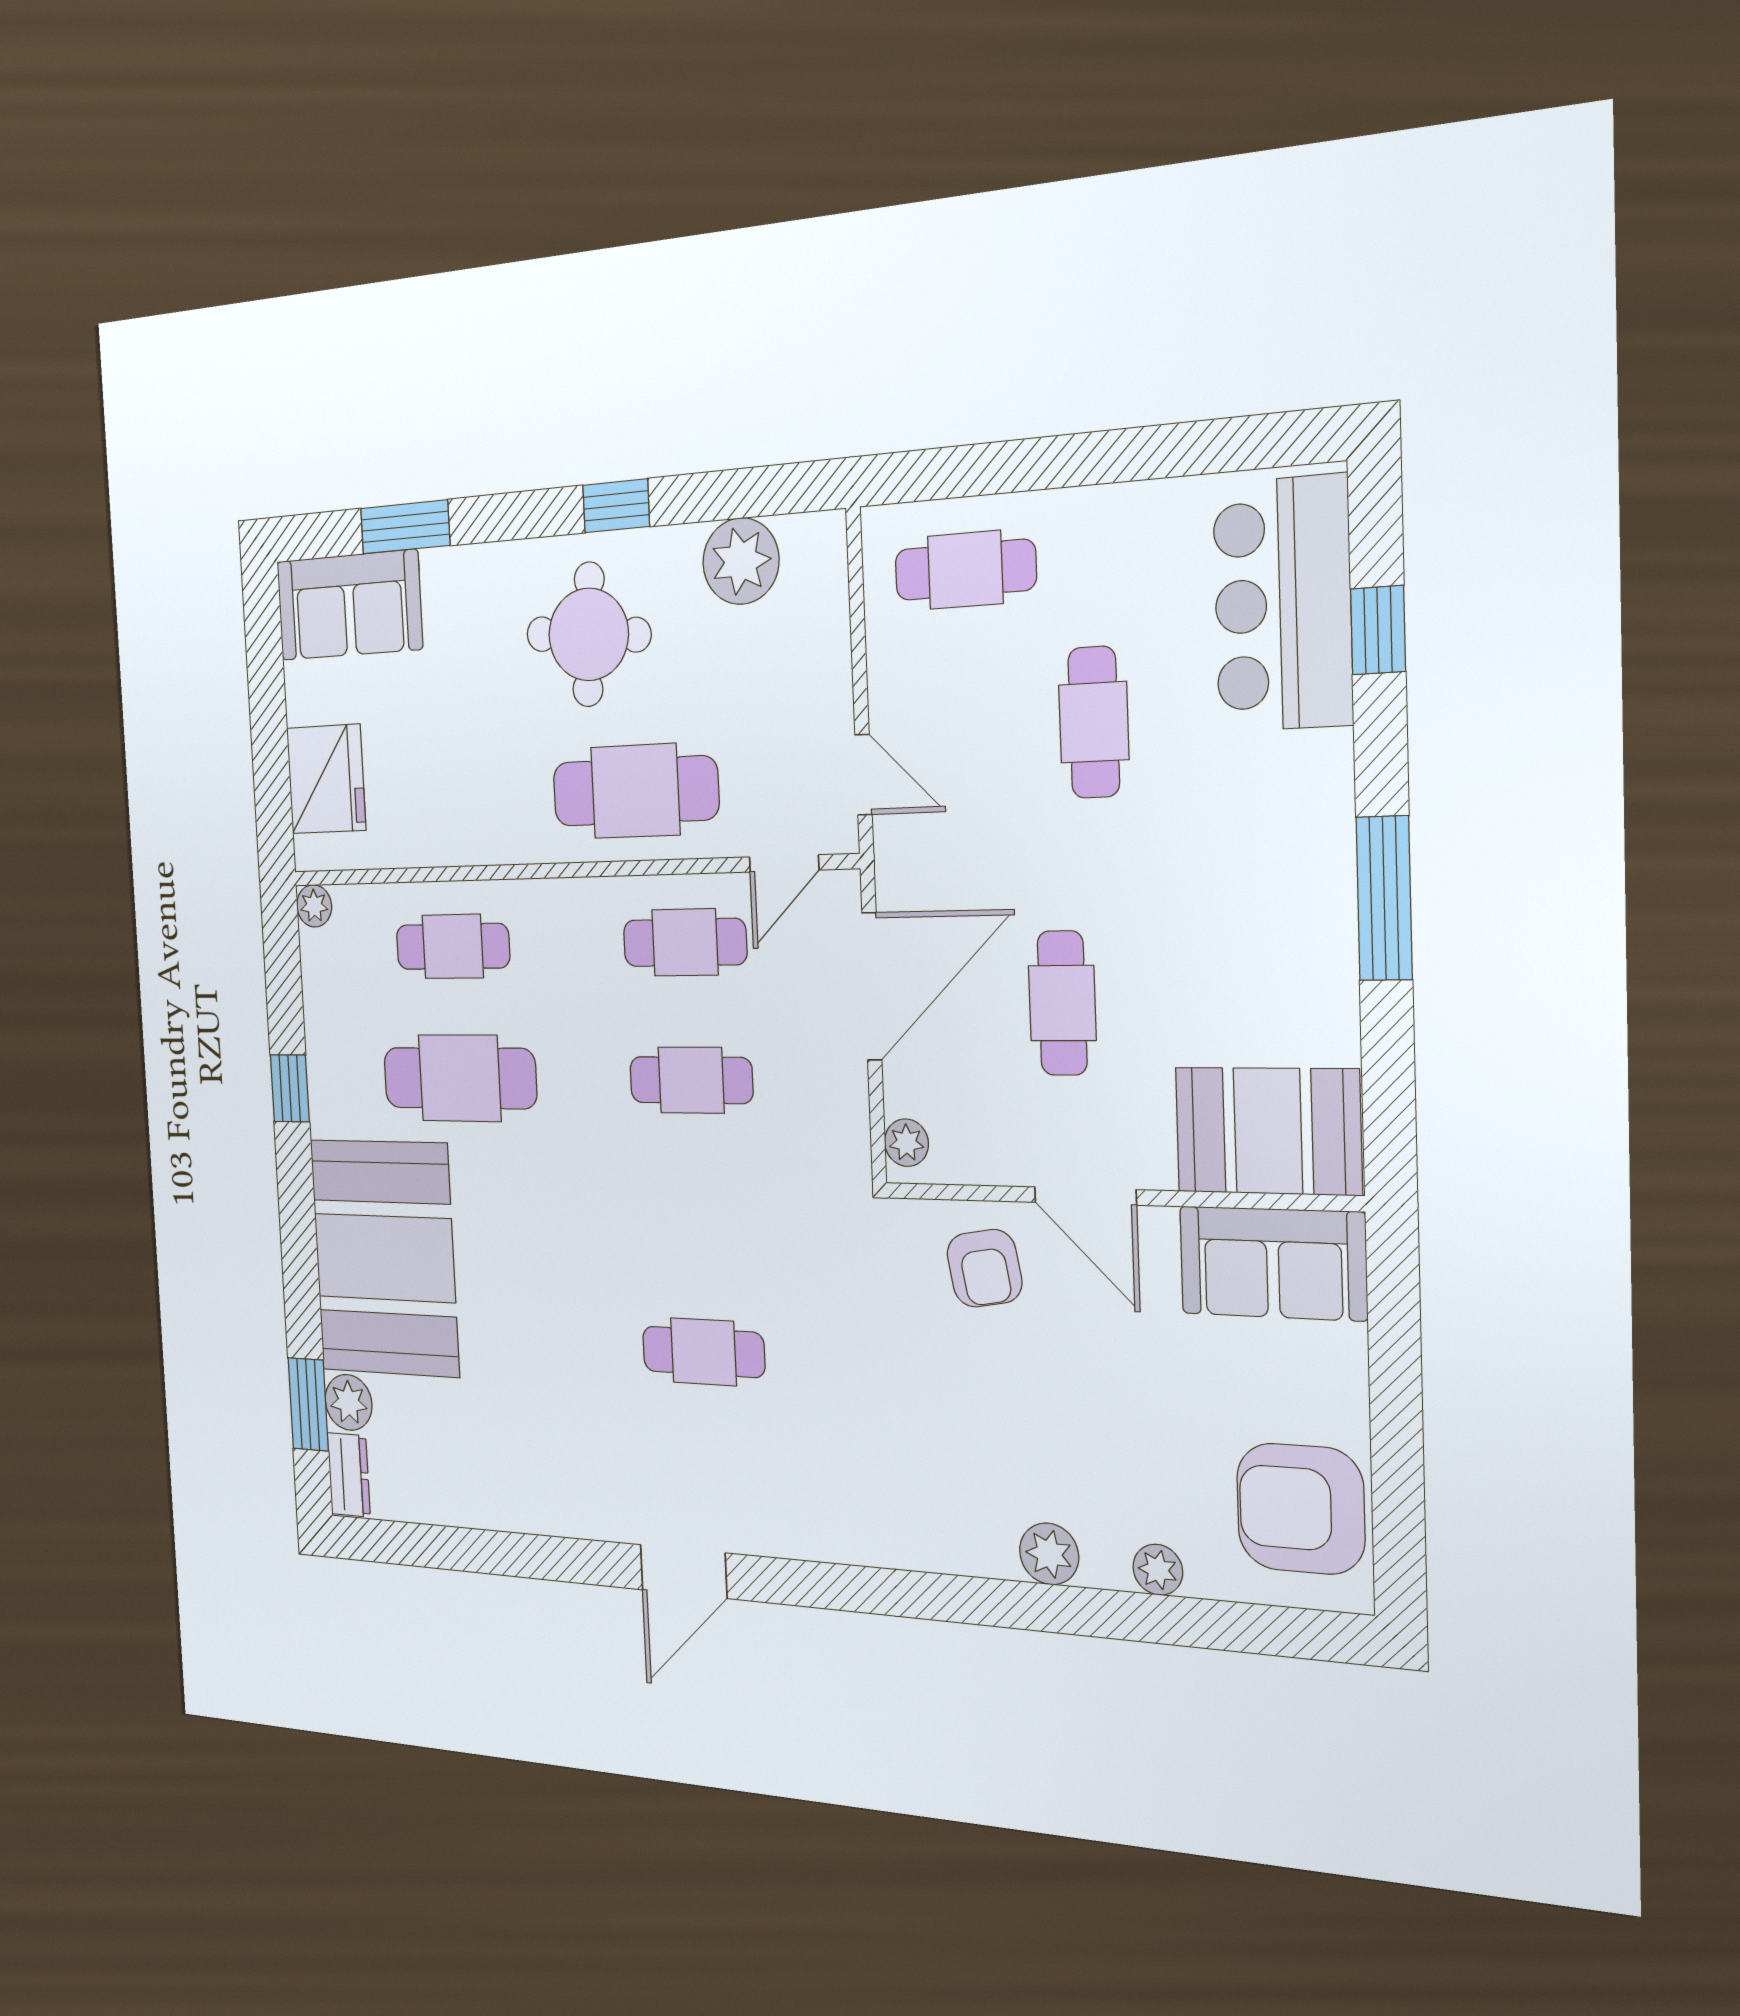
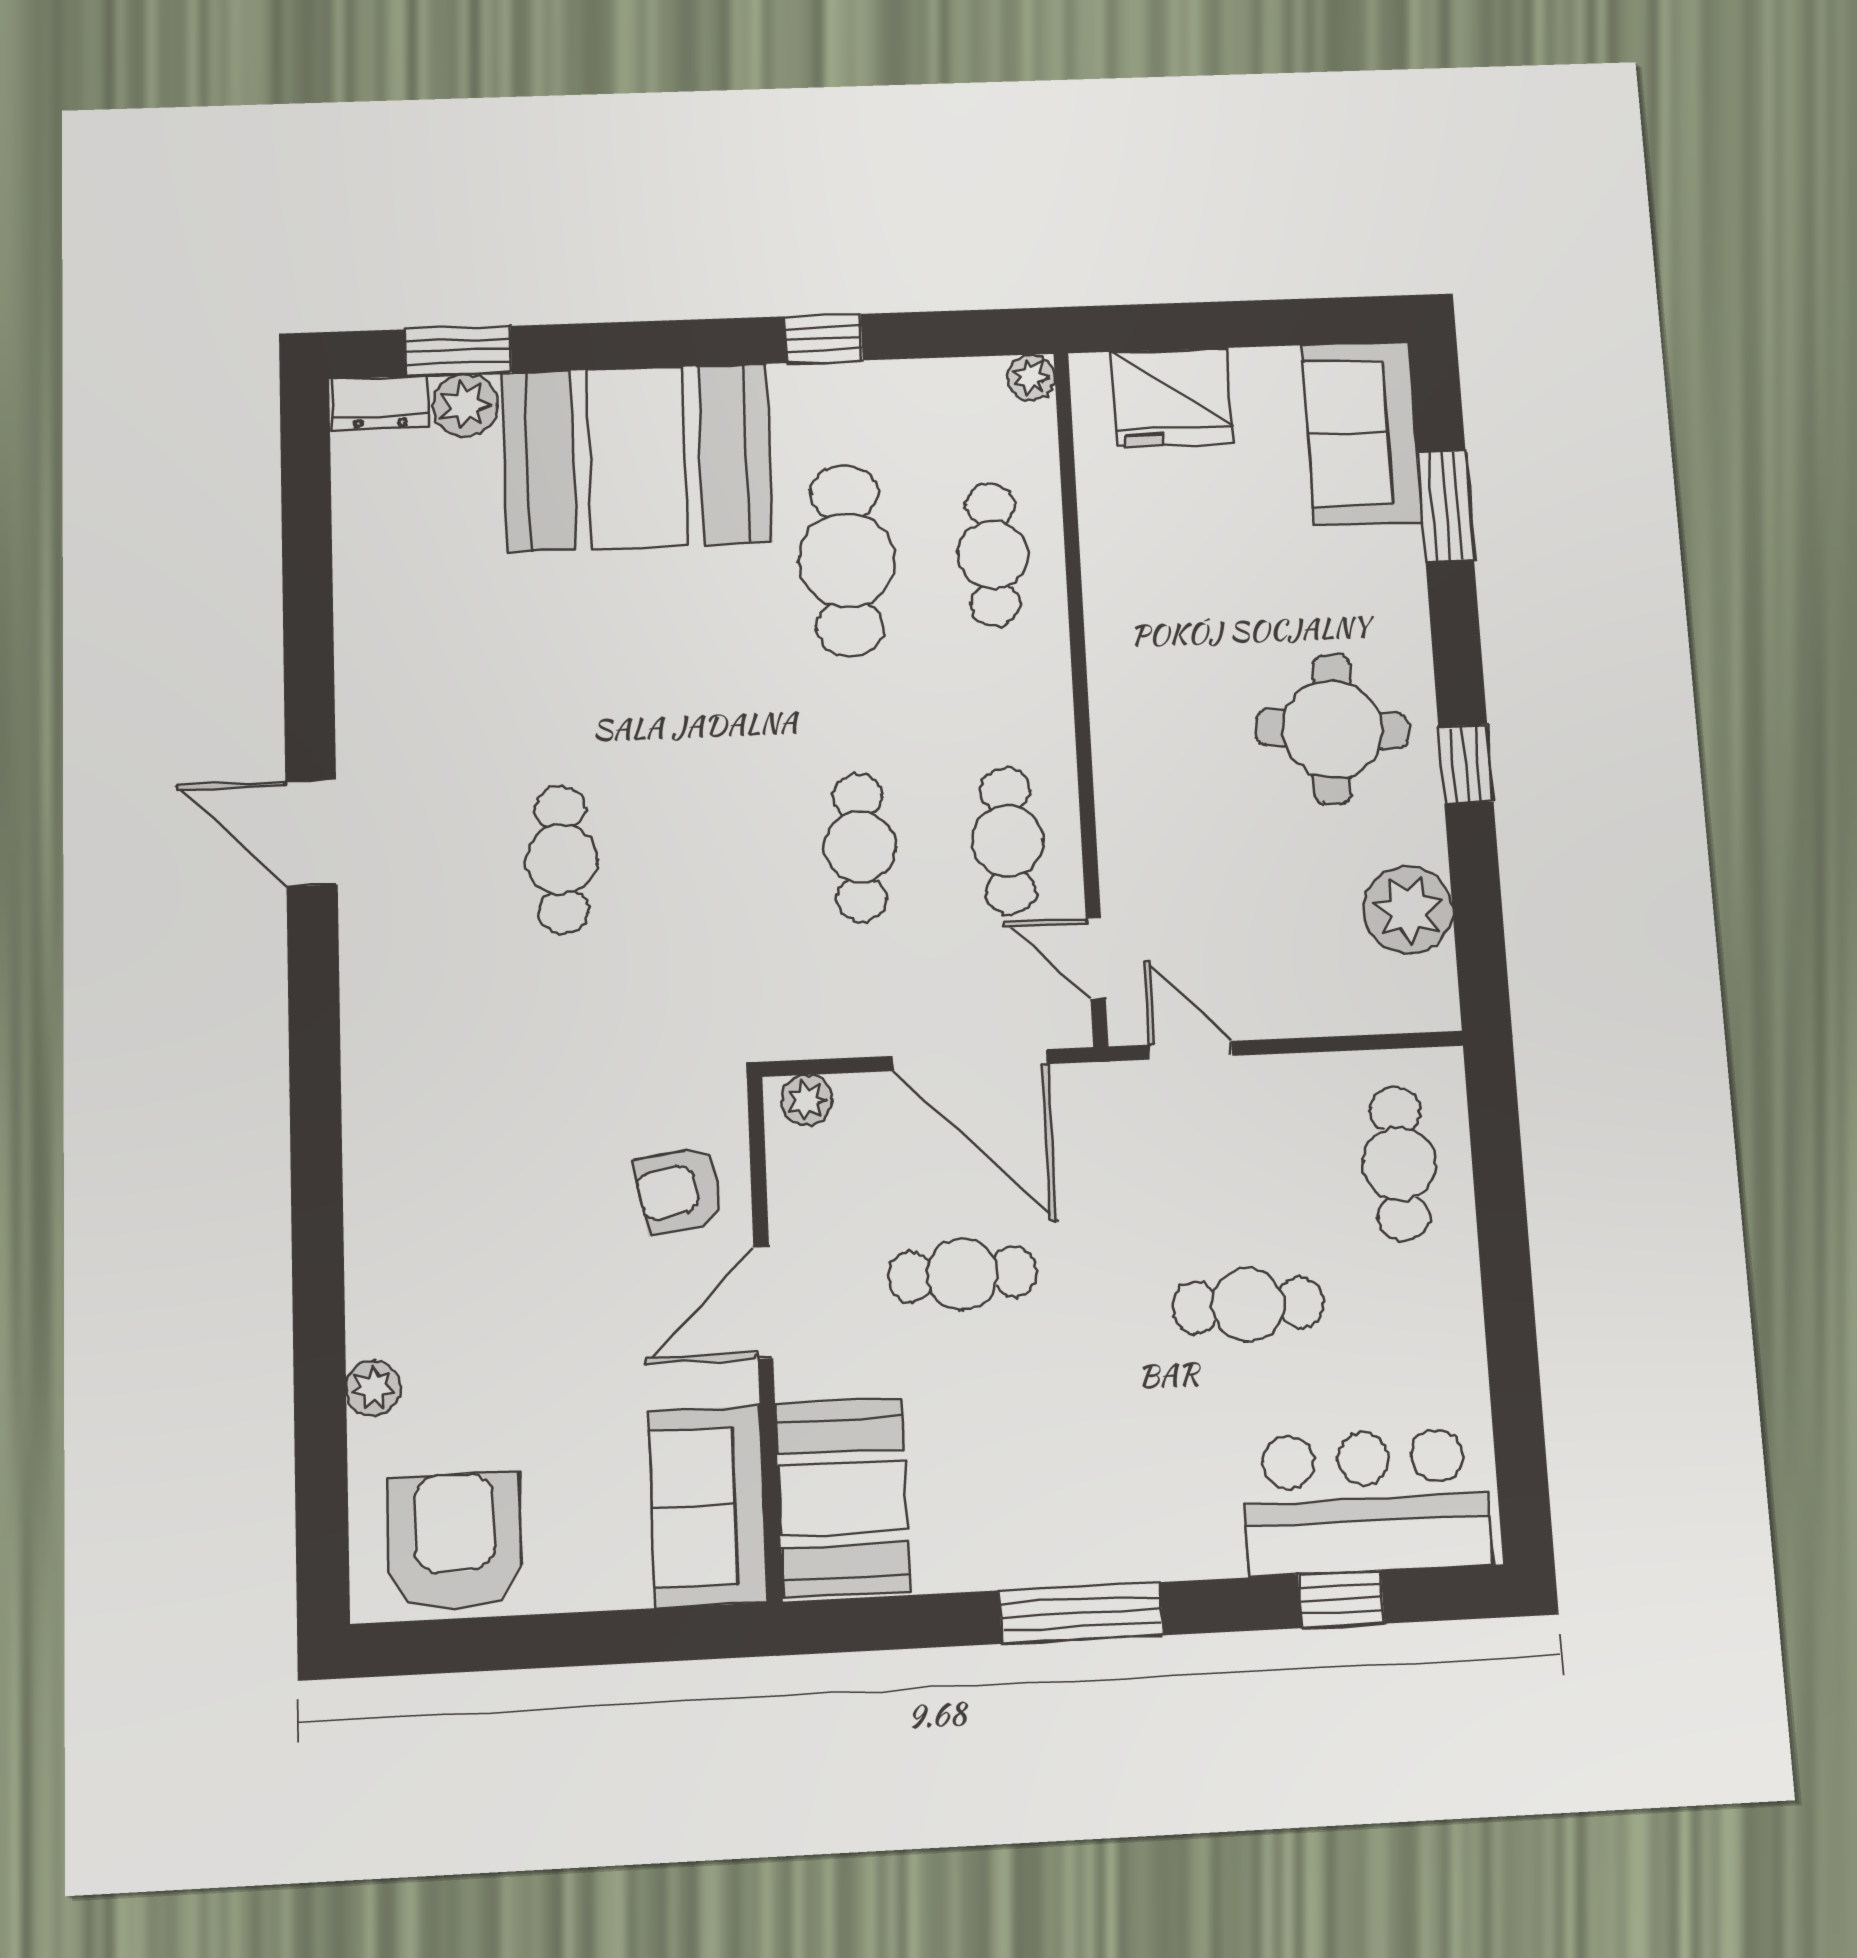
door: (863, 775) -> (1190, 1050), swing flipped
cafe table: (635, 791) -> (1168, 783), removed
plant: (1049, 1554) -> (377, 1266), removed

